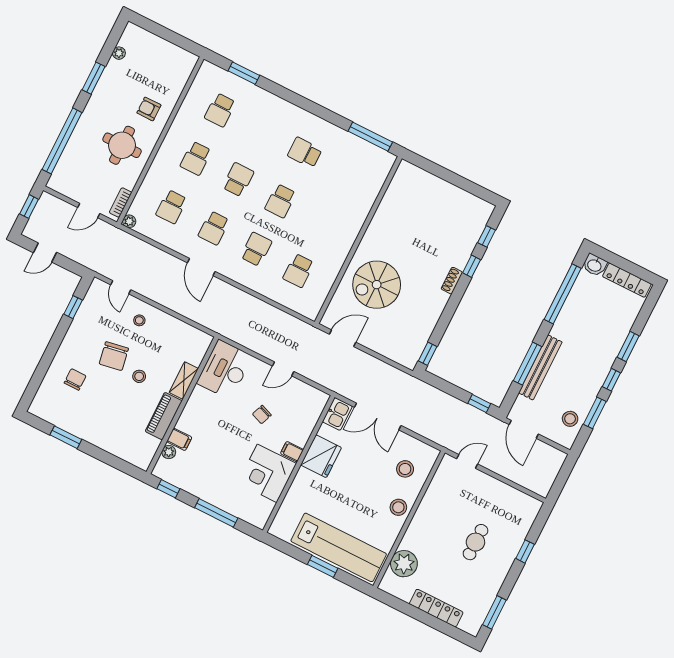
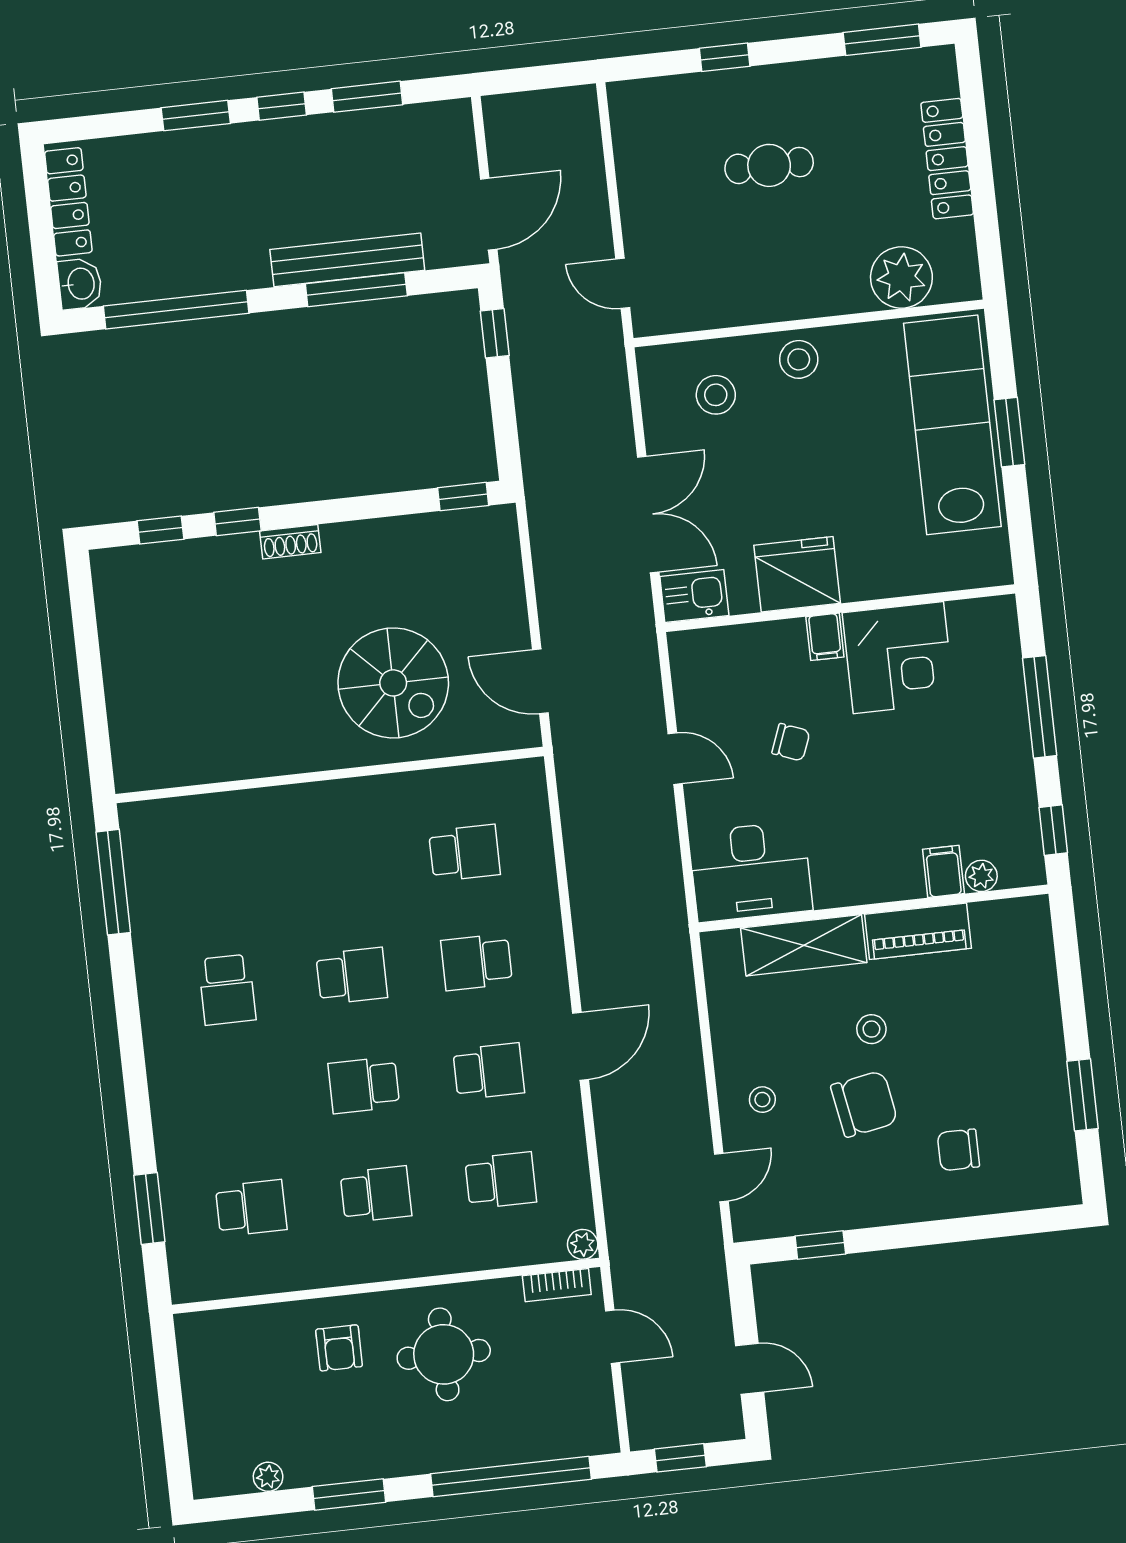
shelving: (184, 380) -> (804, 945), width x1.50, depth x1.33
stool: (570, 419) -> (410, 137), removed

